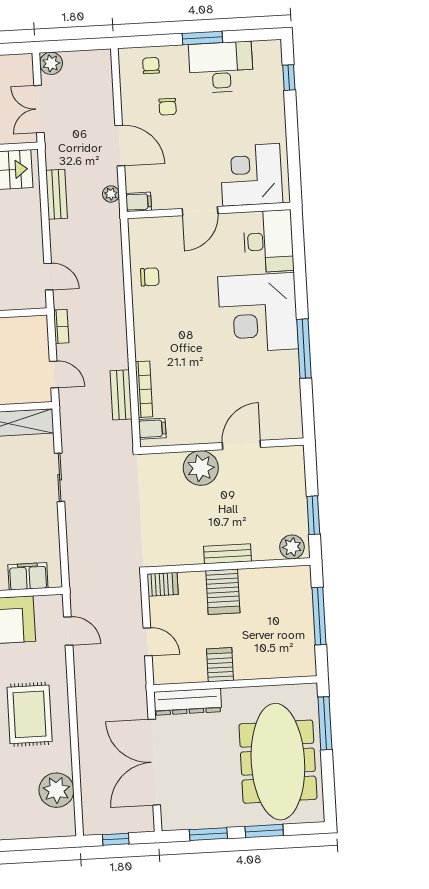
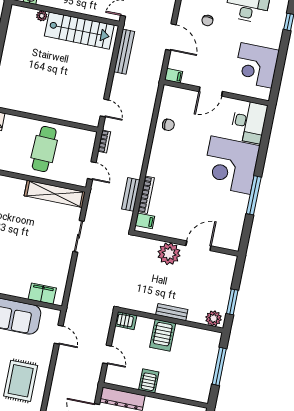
corner desk: (251, 175) -> (256, 65), moved, turned -90
bench: (57, 194) -> (124, 52), width x1.36
plant: (111, 194) -> (157, 66), removed

